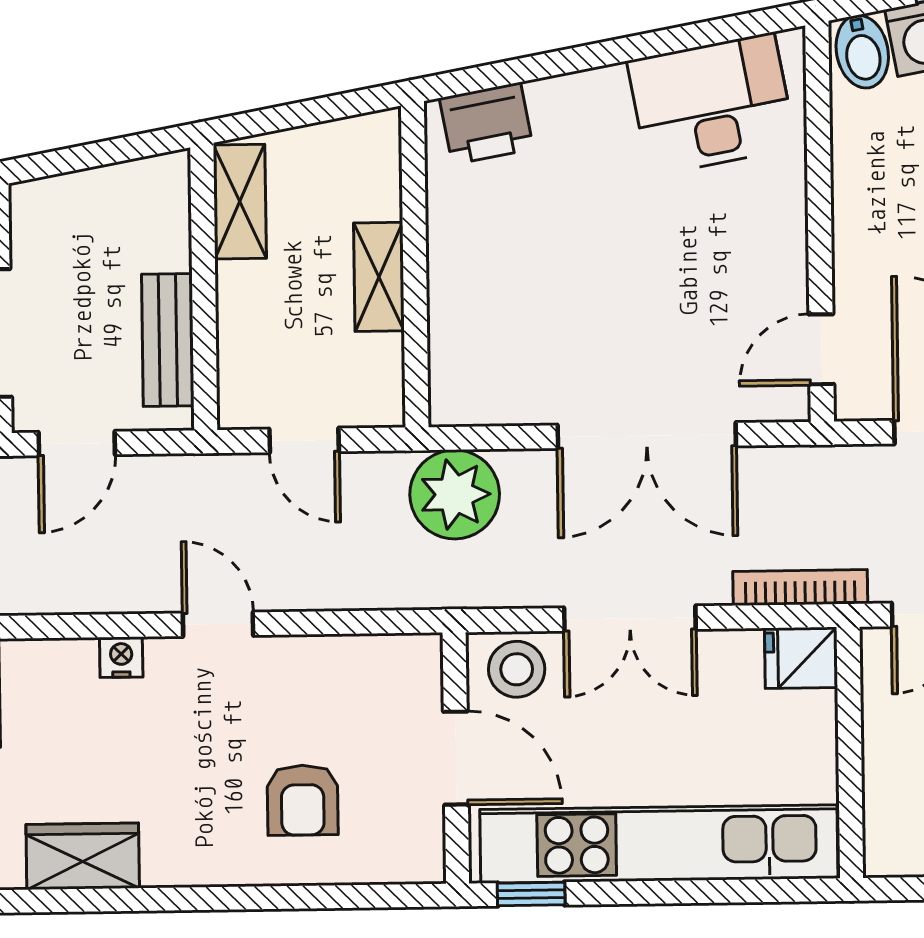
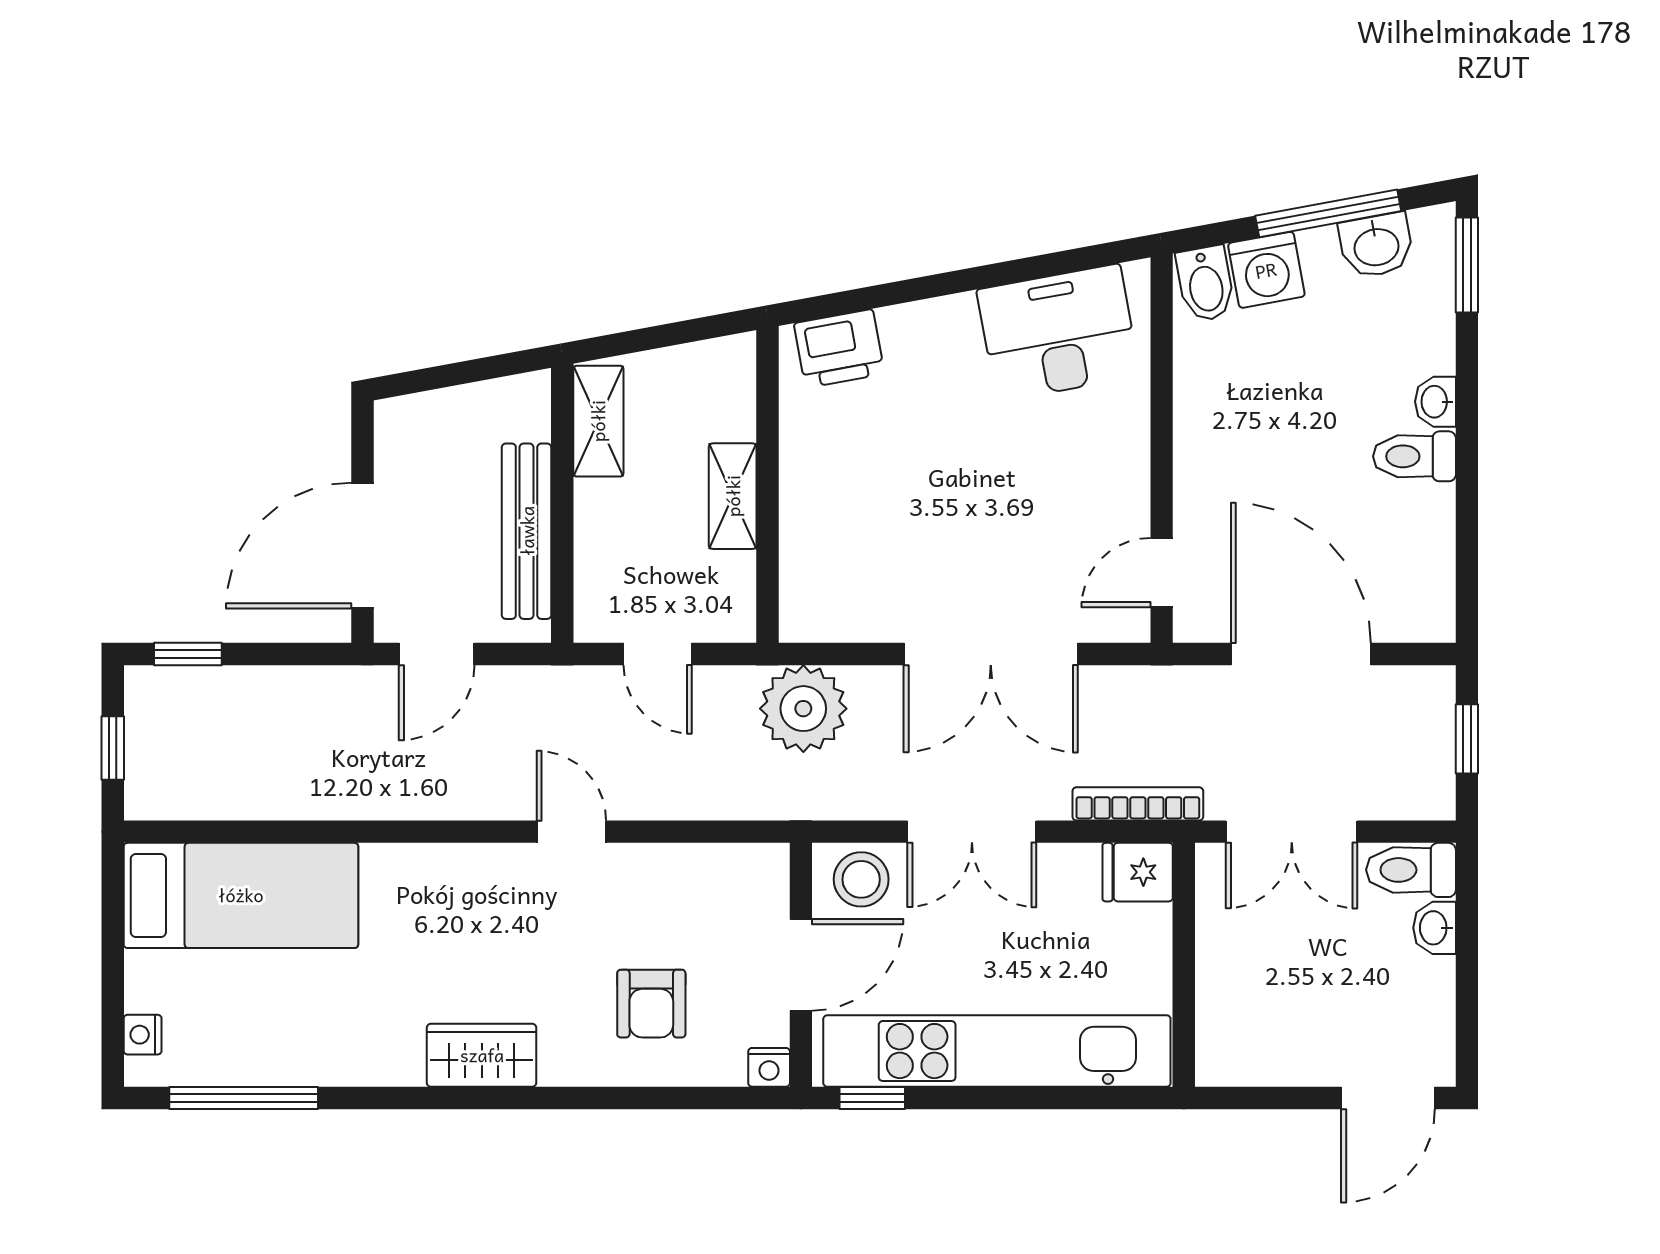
bench: (168, 340) -> (527, 531), width x1.36
nightstand: (121, 657) -> (769, 1067), moved, turned 180
door: (456, 758) -> (801, 965), hinge flipped
wardrobe: (83, 856) -> (482, 1055), moved

